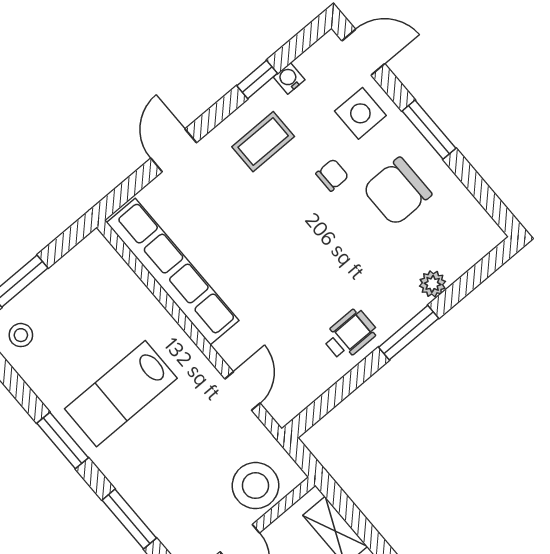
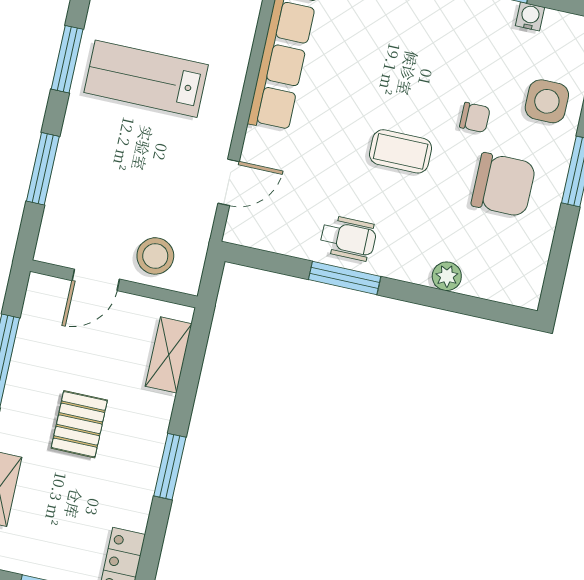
coffee table: (263, 142) -> (401, 151), moved
chair: (397, 191) -> (503, 185), turned 180
window: (409, 333) -> (345, 278), moved
stool: (255, 486) -> (155, 256), width x0.73, depth x0.73

